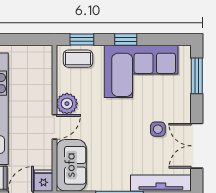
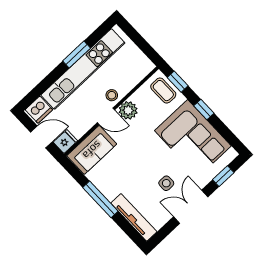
window: (197, 76) -> (223, 176), width x0.67
stool: (41, 105) -> (112, 95), added
double door: (197, 146) -> (191, 207), moved

